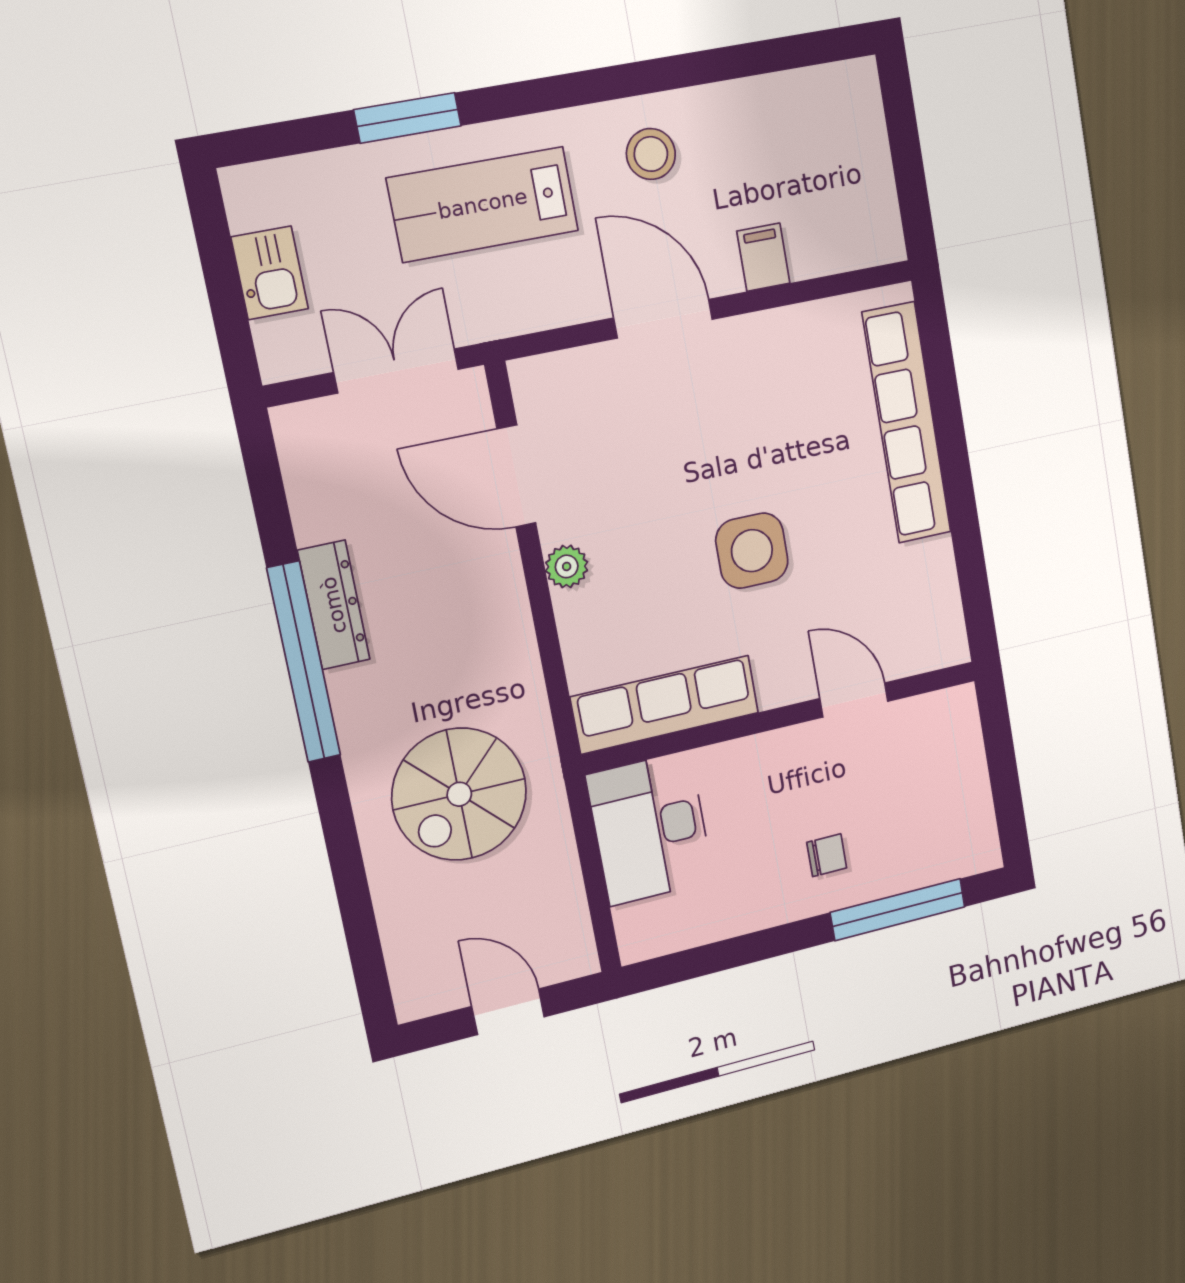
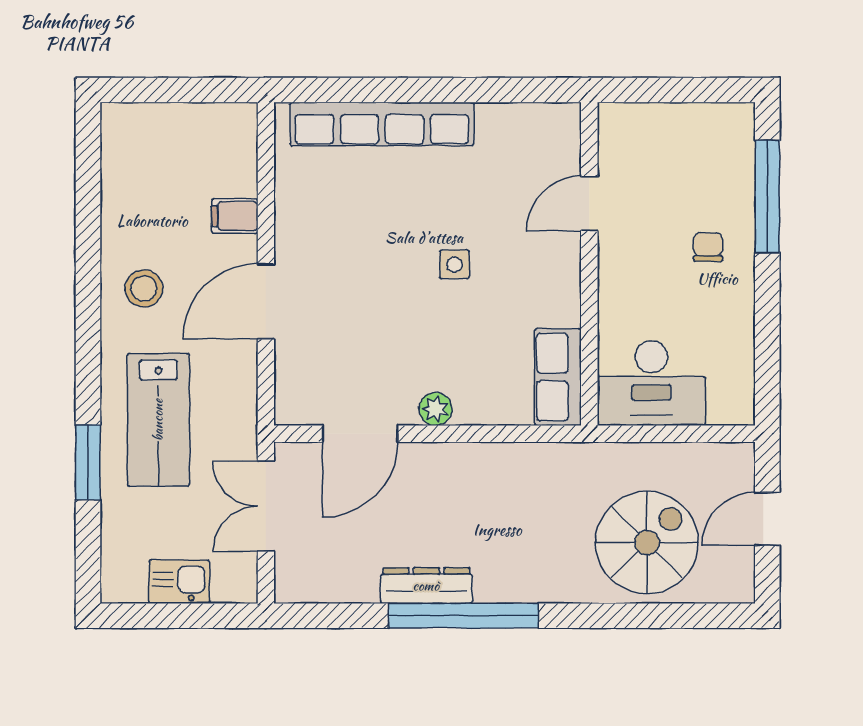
side table: (752, 551) -> (454, 264), width x0.54, depth x0.54
row of seats: (665, 705) -> (558, 377), width x0.68
spiral stairs: (459, 794) -> (647, 543), moved, turned -90

